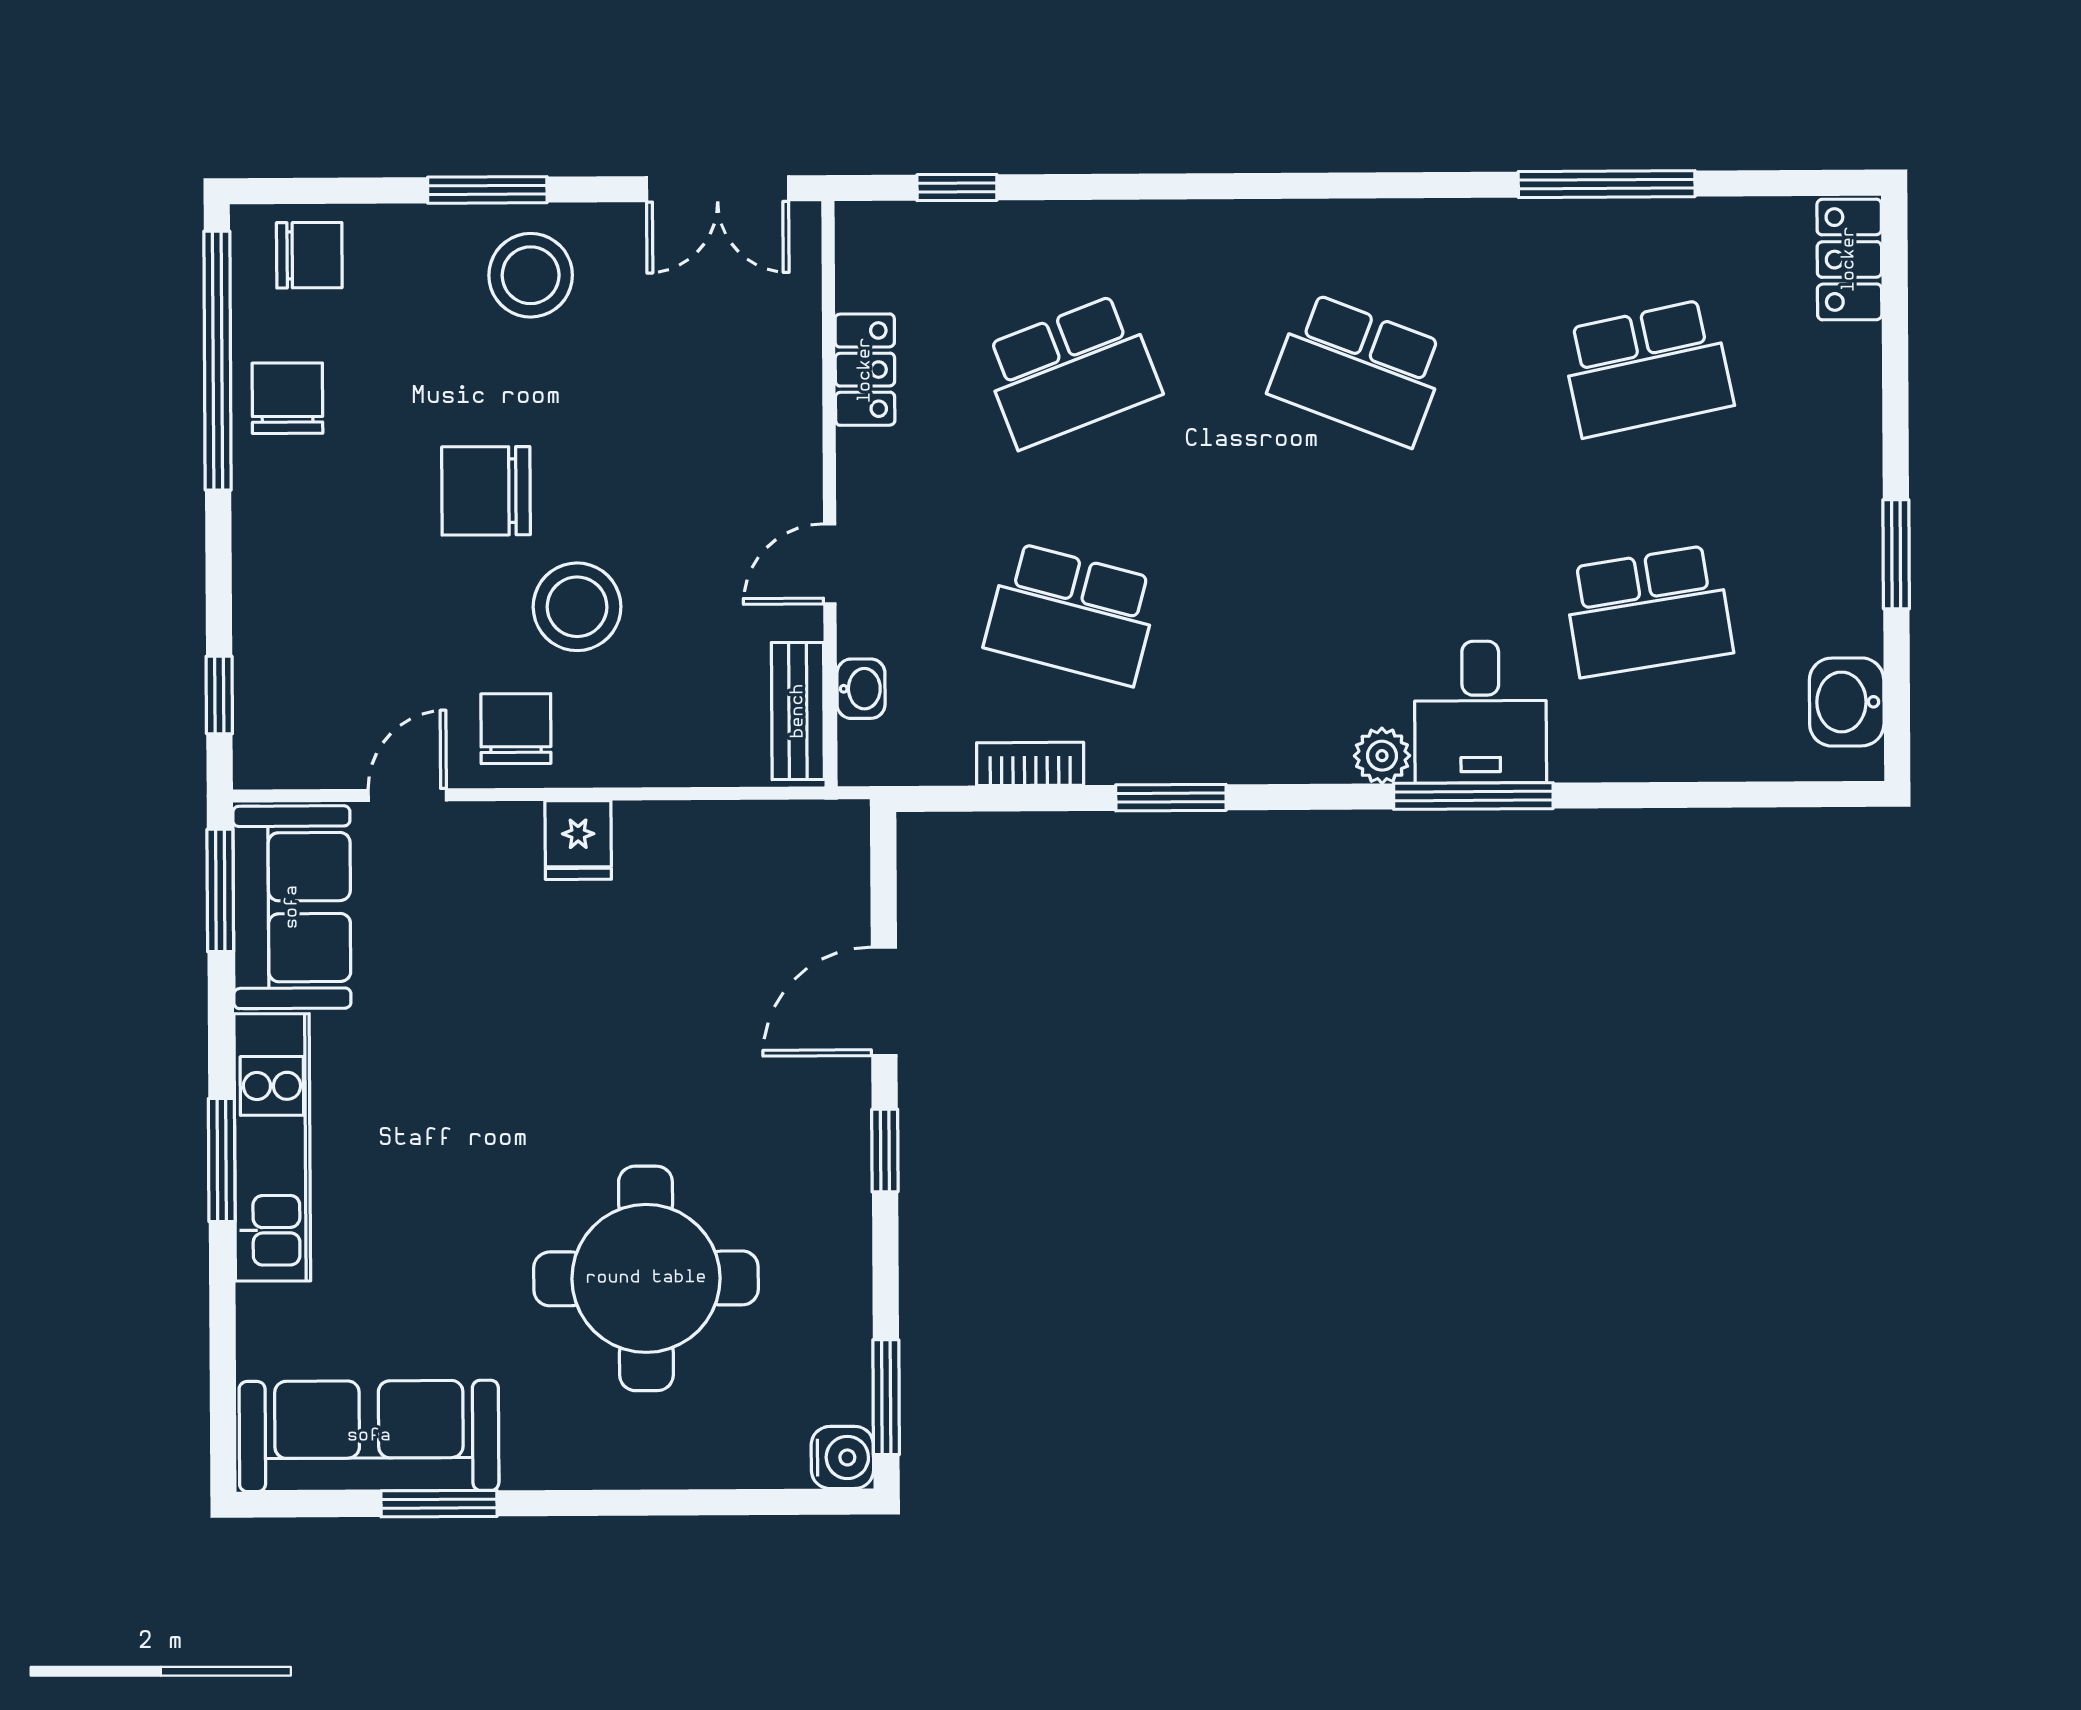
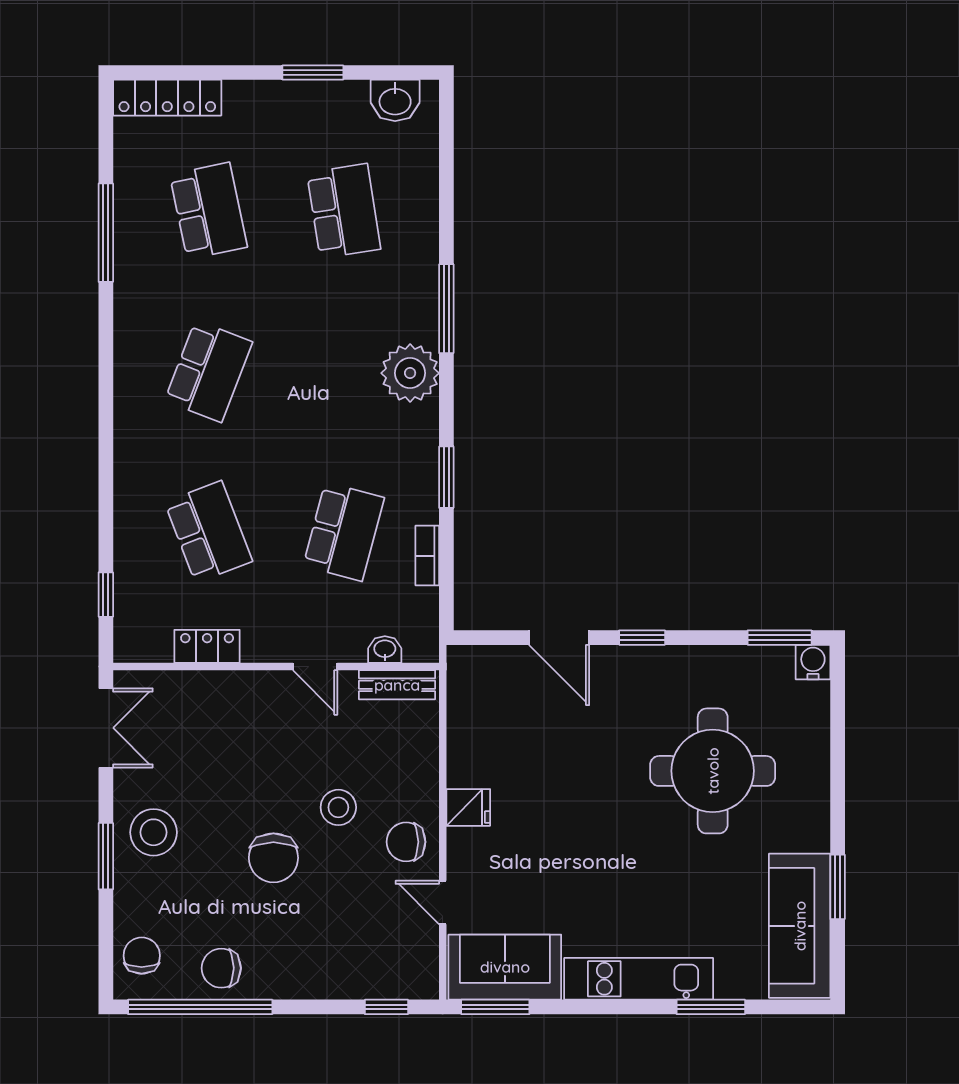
locker: (1849, 259) -> (167, 98), width x1.53
stool: (577, 607) -> (338, 807), width x0.73, depth x0.73
desk: (1480, 712) -> (400, 304), removed
plant: (1382, 756) -> (410, 373), width x1.88, depth x1.88
window: (222, 1160) -> (711, 1007), moved

